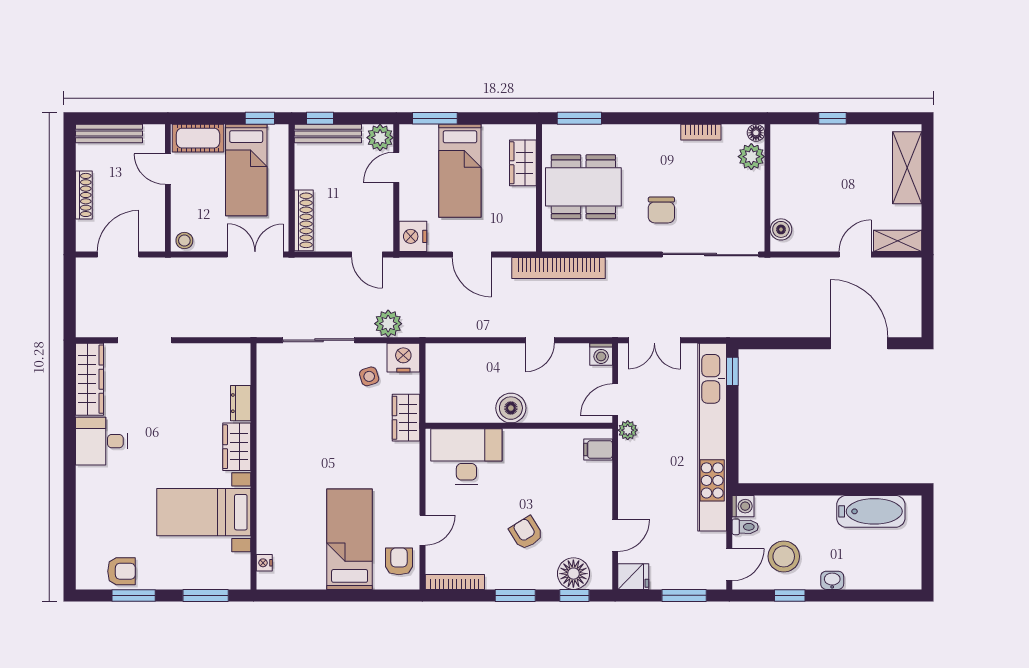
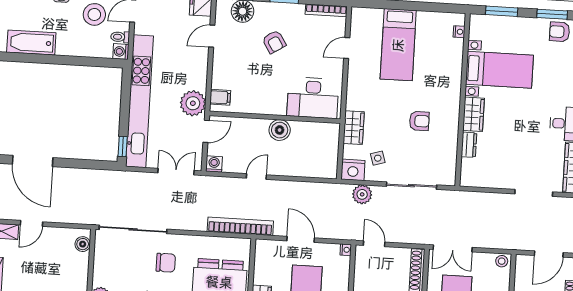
chair: (661, 210) -> (166, 263), turned 90
nightstand: (413, 236) -> (346, 250), width x0.53, depth x0.56
plant: (628, 430) -> (193, 103), width x1.88, depth x1.88
armchair: (399, 561) -> (419, 121), moved, turned -90

